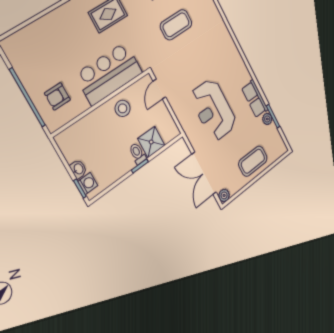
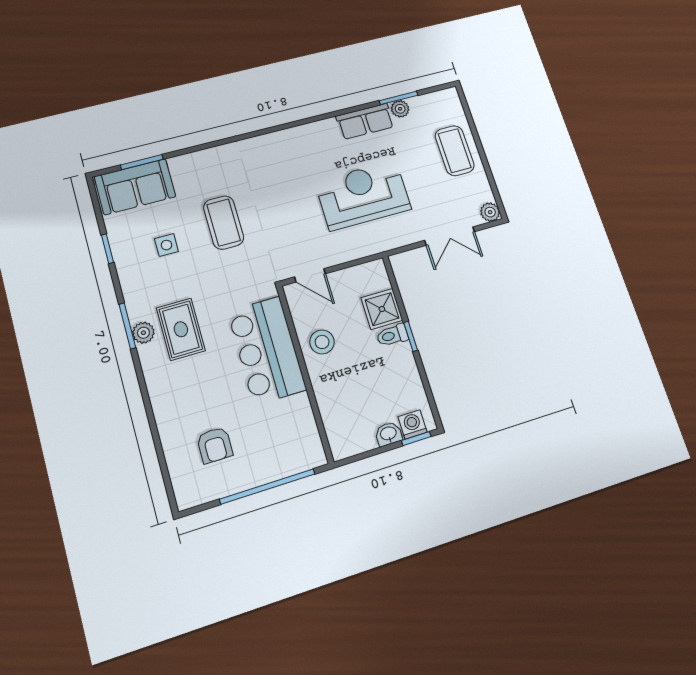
armchair: (57, 96) -> (215, 445), moved
reception desk: (213, 110) -> (363, 195), turned 180
double door: (204, 173) -> (450, 236), width x0.73

